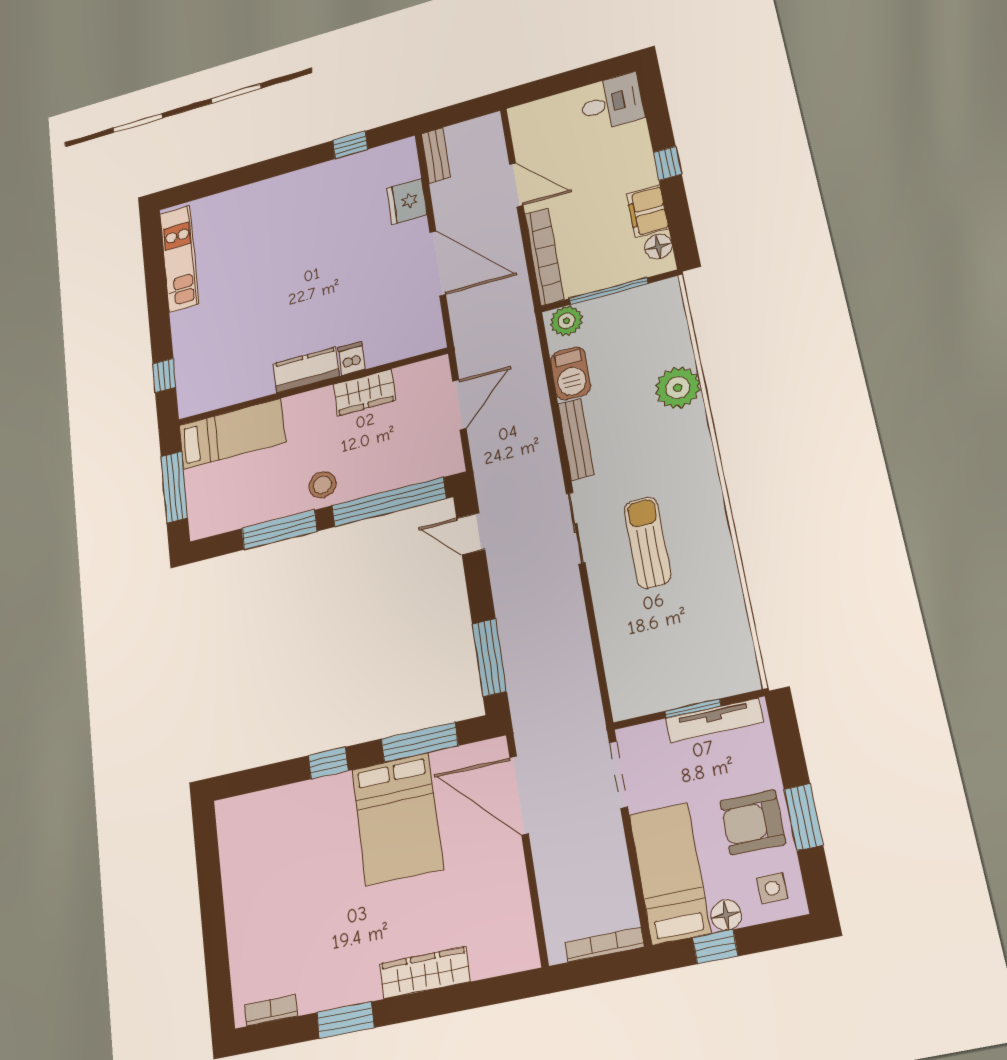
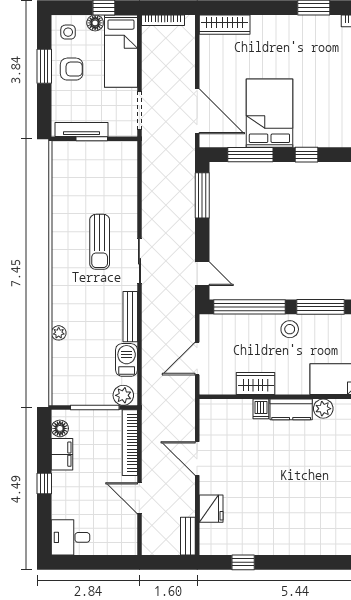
door: (438, 263) -> (197, 458), width x0.73
plant: (259, 384) -> (323, 409), added
plant: (678, 388) -> (59, 333), width x0.53, depth x0.53
armchair: (753, 822) -> (72, 69), width x0.72, depth x0.72
wardrobe: (425, 973) -> (225, 25), moved

